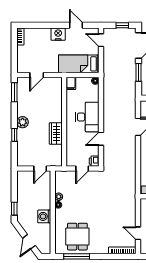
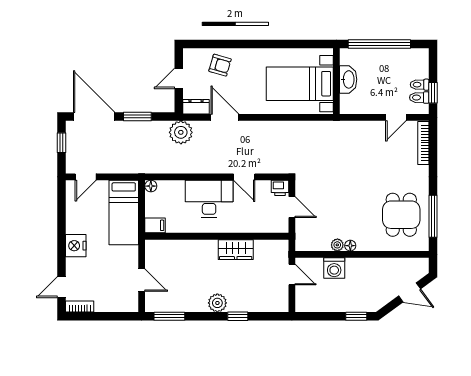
door: (76, 25) -> (62, 287), moved
plant: (129, 99) -> (181, 132), added
washing machine: (44, 216) -> (334, 268), moved
dining table: (77, 237) -> (401, 215), turned 90

